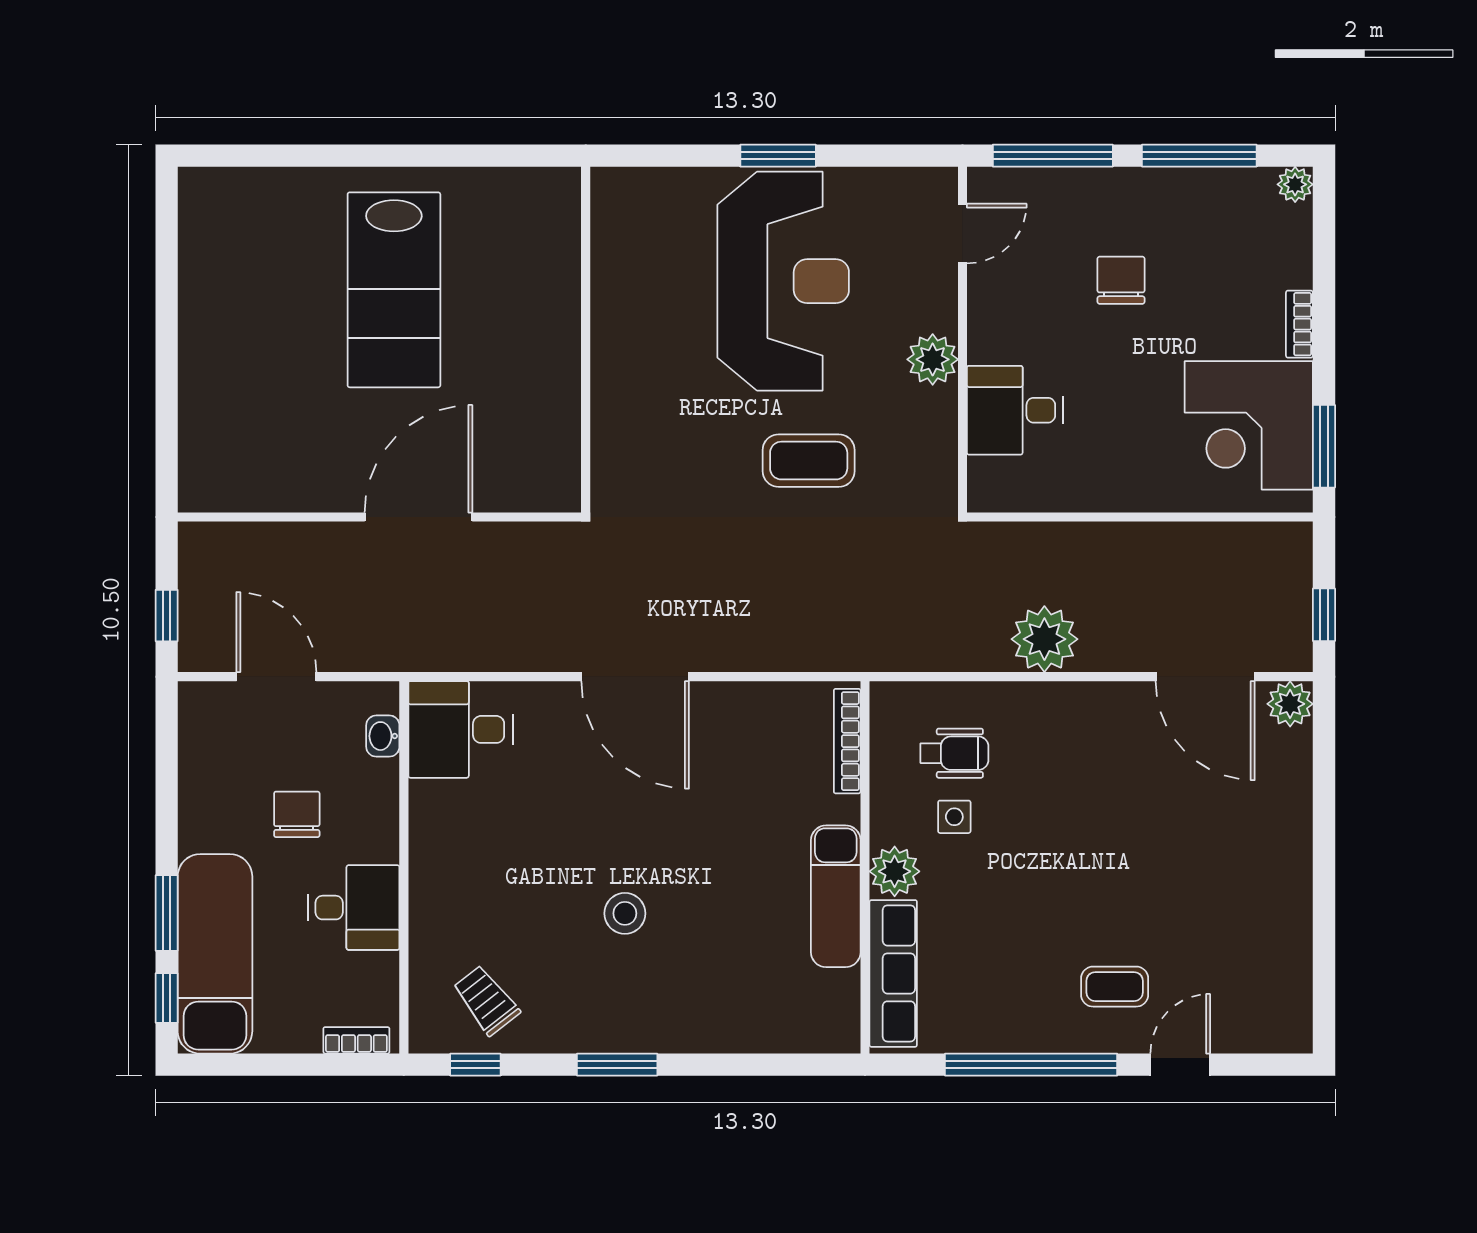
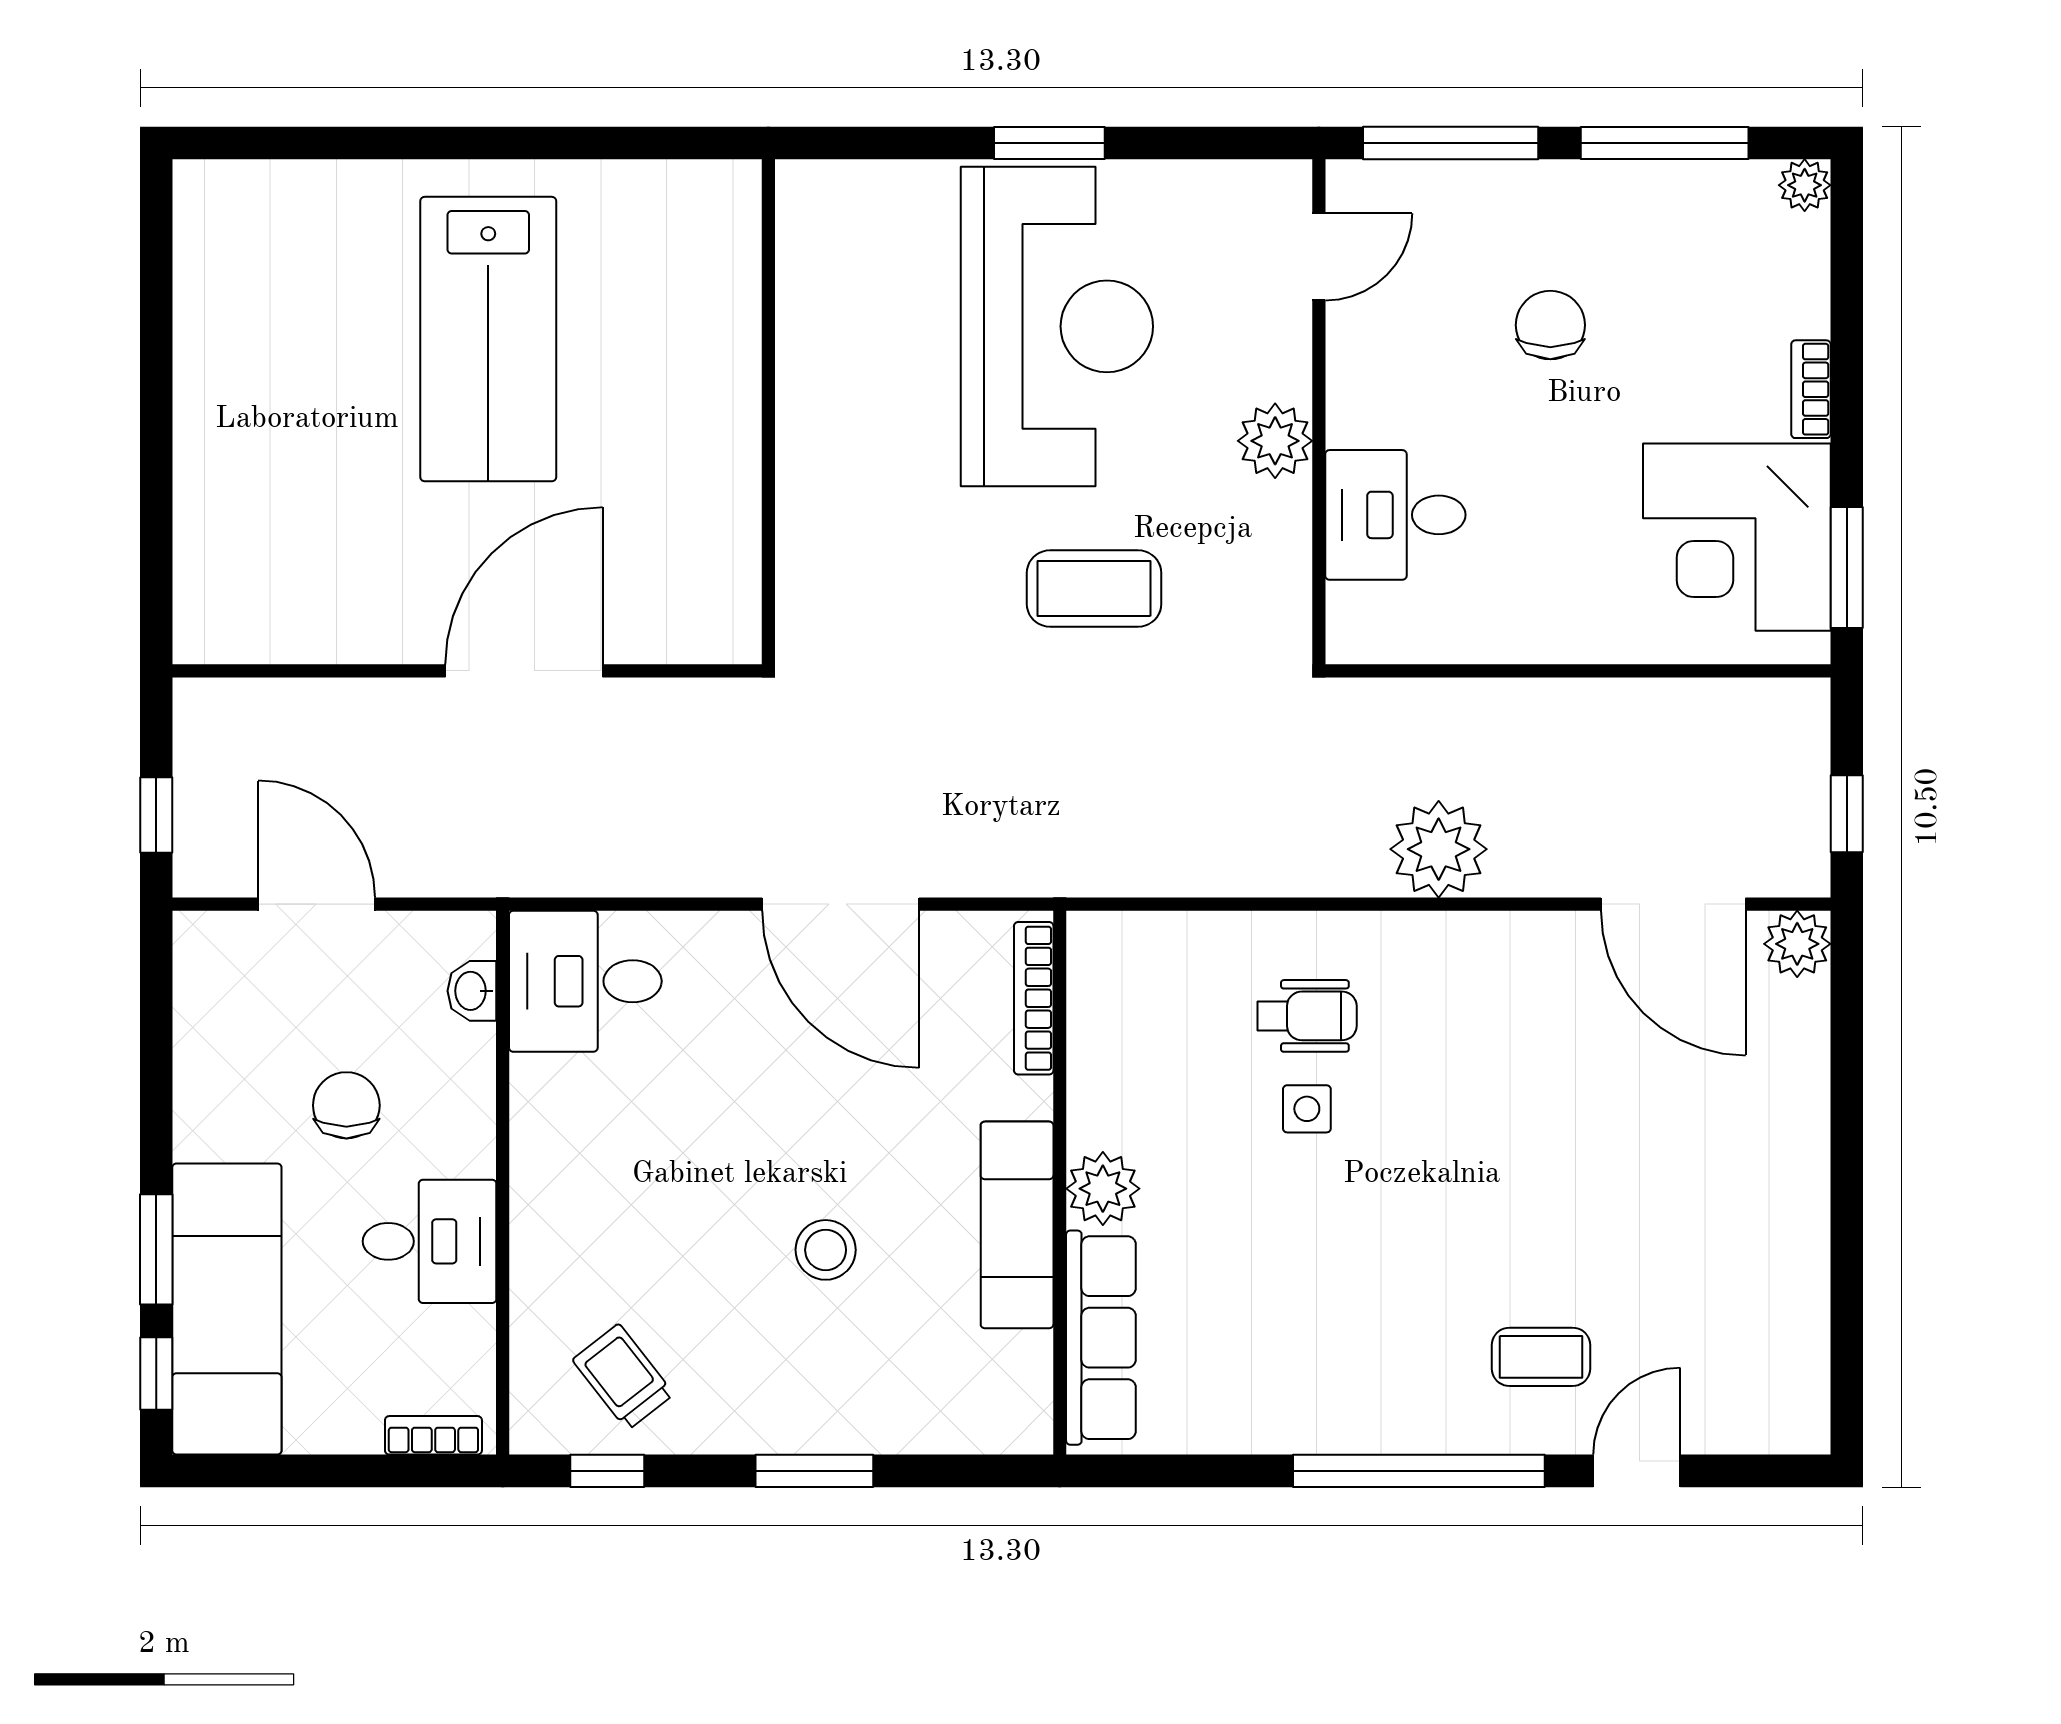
bookcase: (847, 741) -> (1034, 998), moved
wall: (865, 867) -> (1060, 1183), moved
plant: (895, 871) -> (1103, 1189), moved
exam couch: (836, 896) -> (1017, 1225), moved
row of seats: (893, 973) -> (1101, 1338), moved

